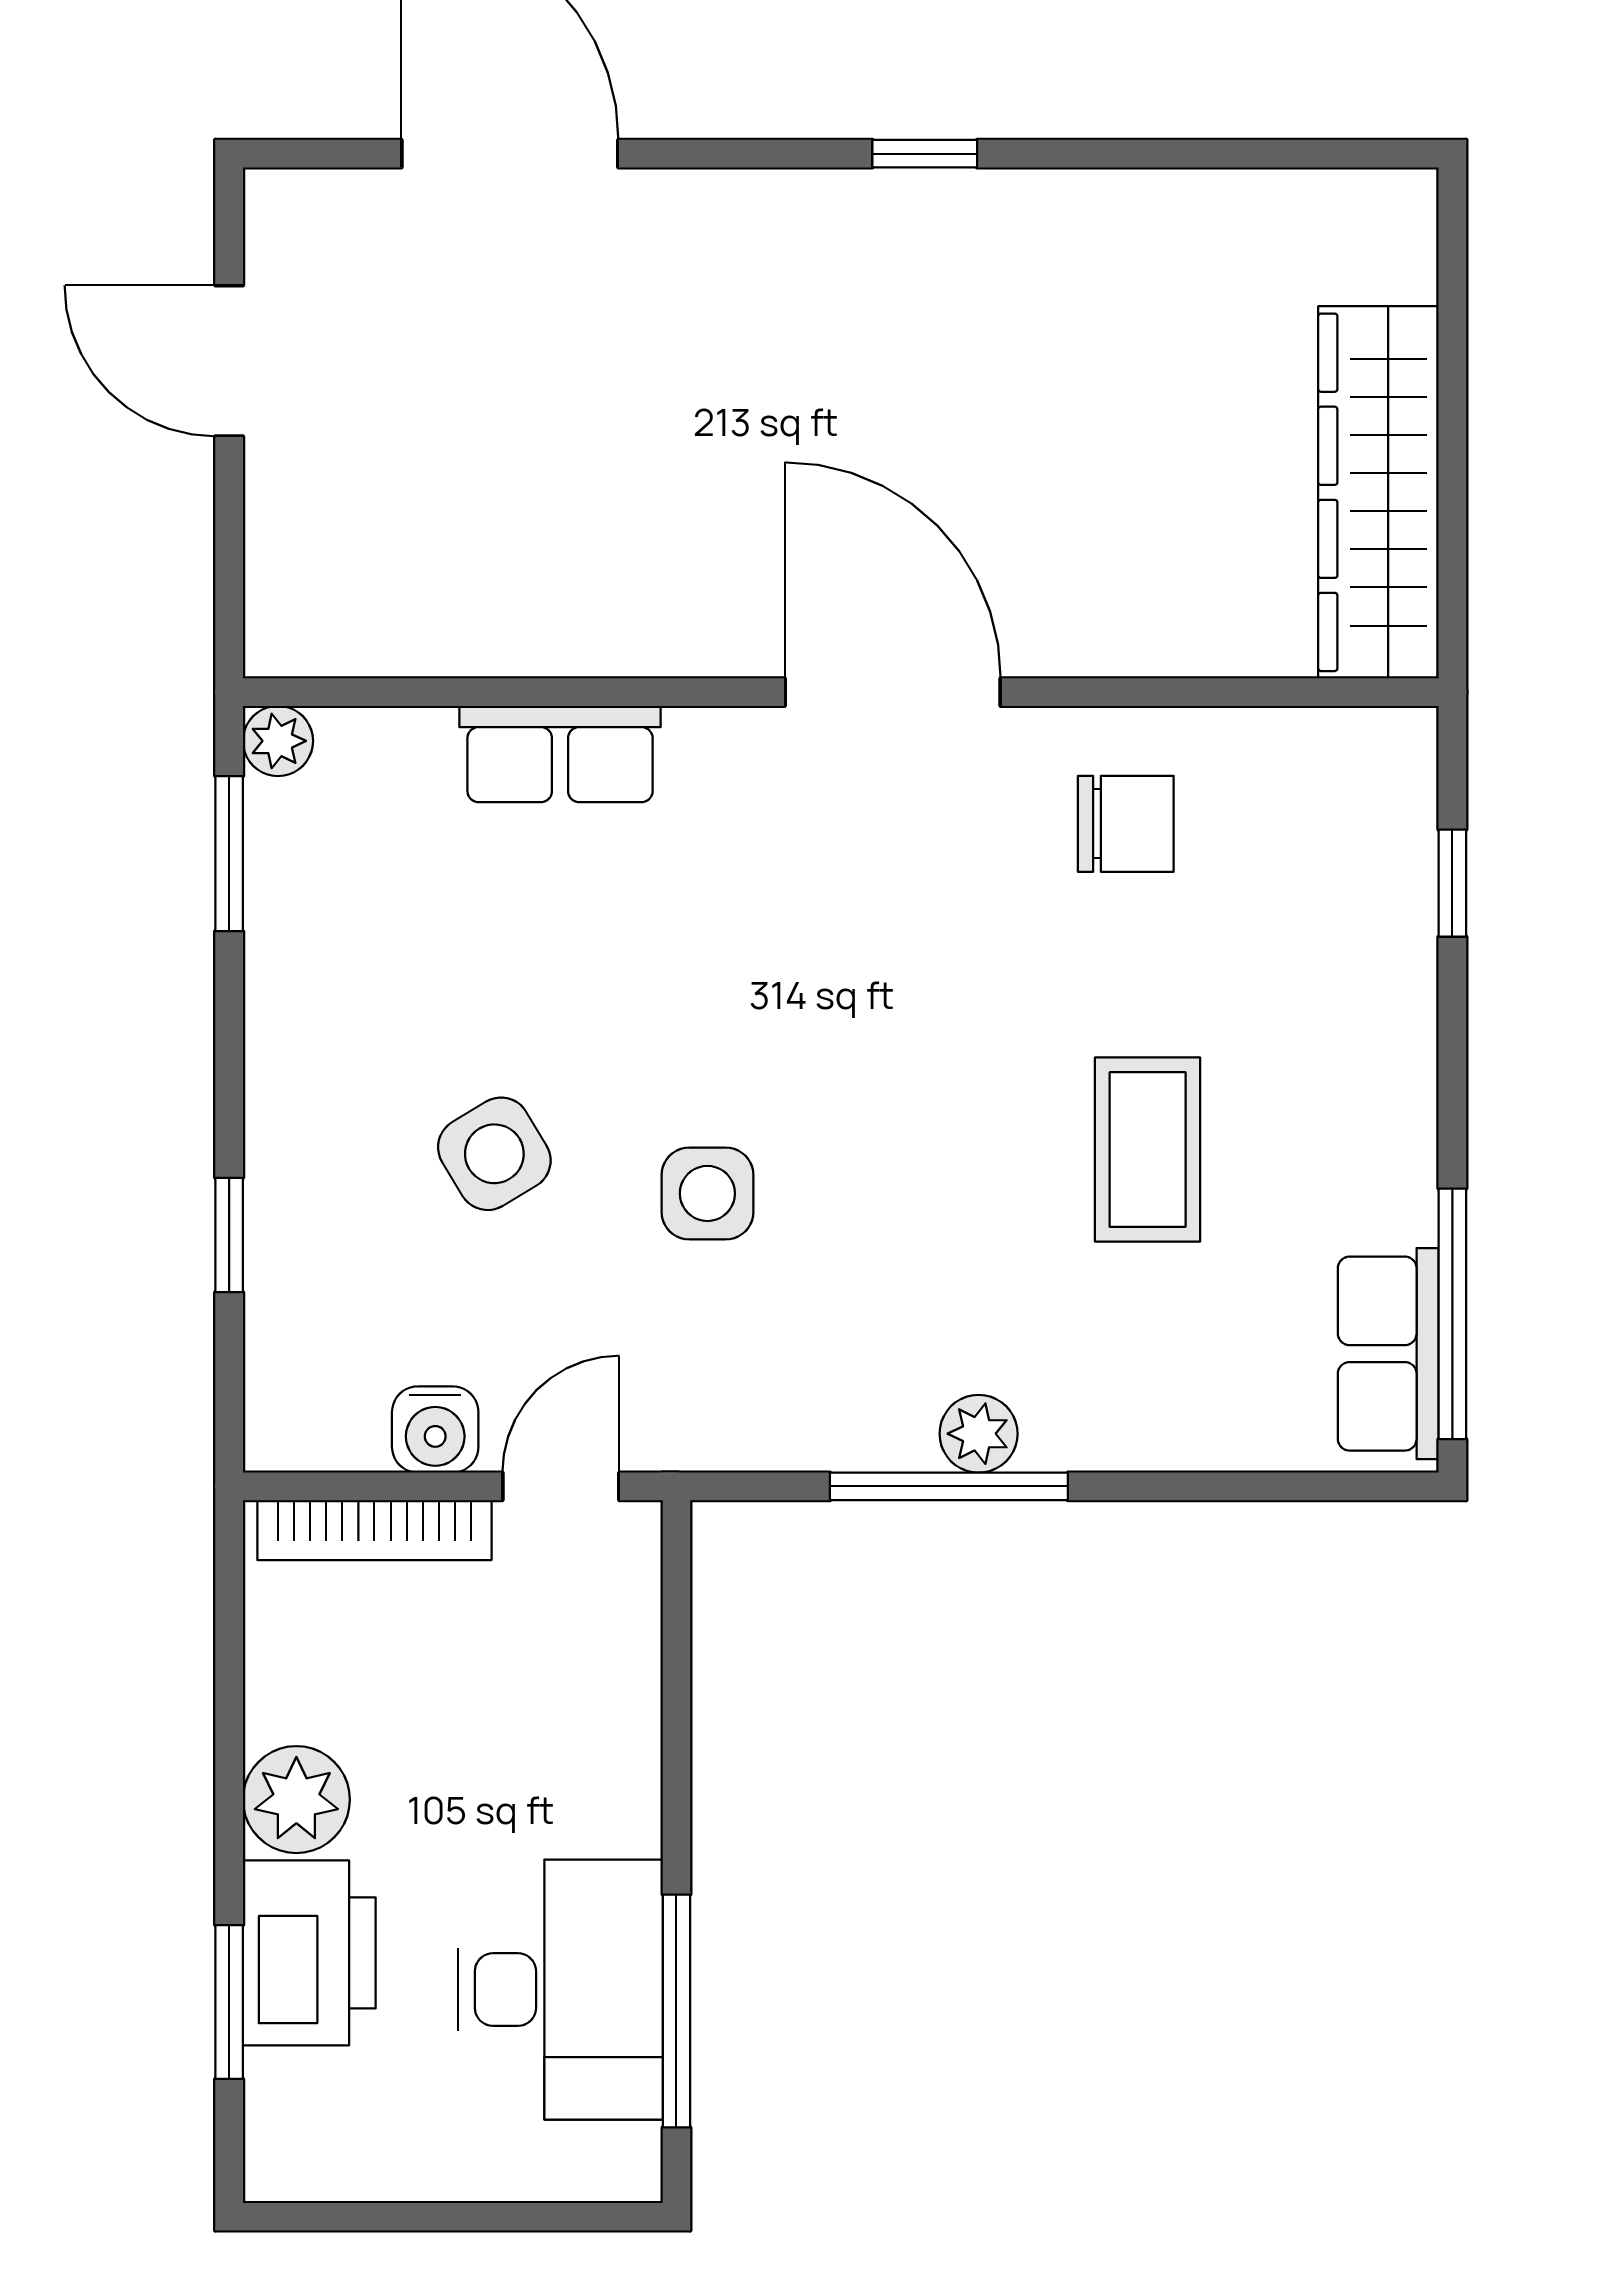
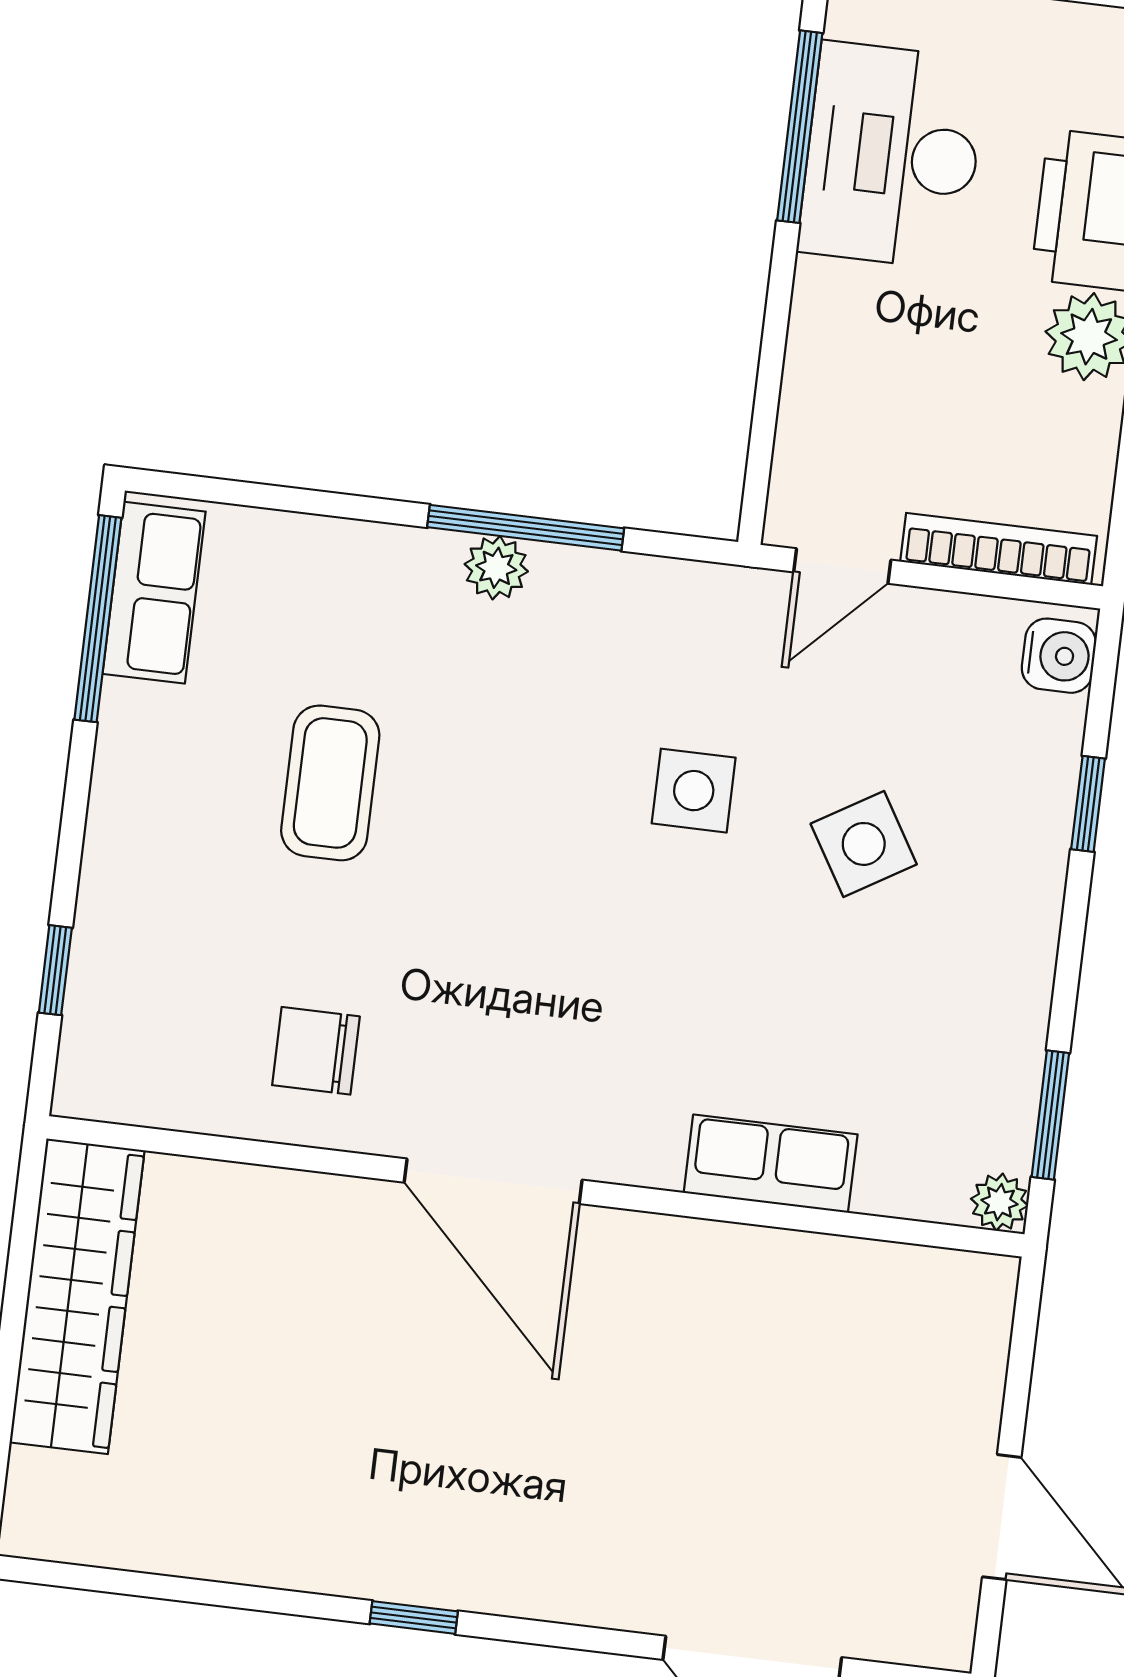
water cooler: (435, 1429) -> (1059, 656), moved, turned 90

